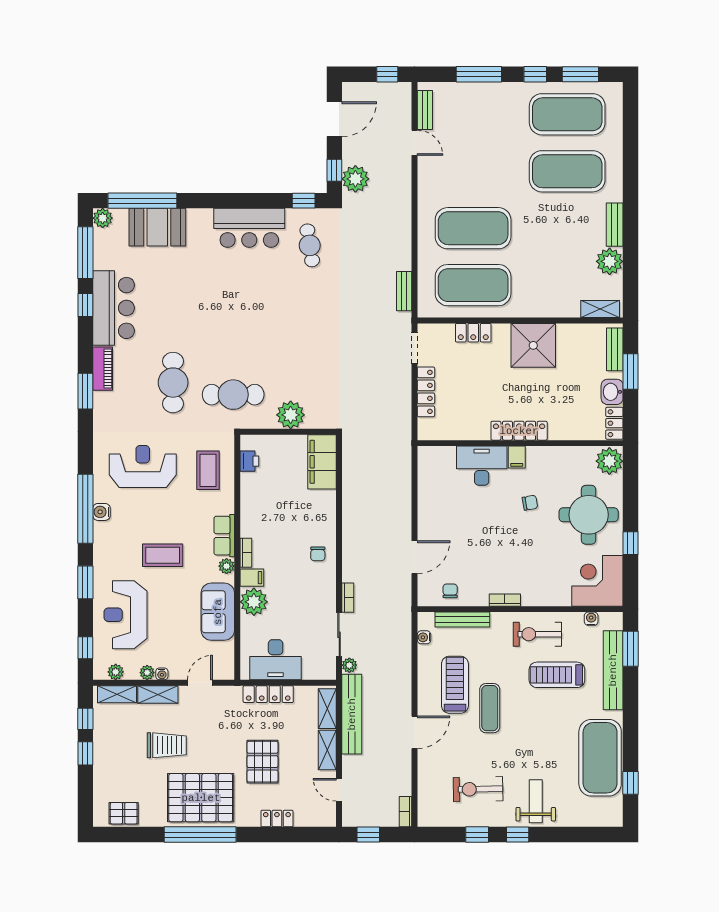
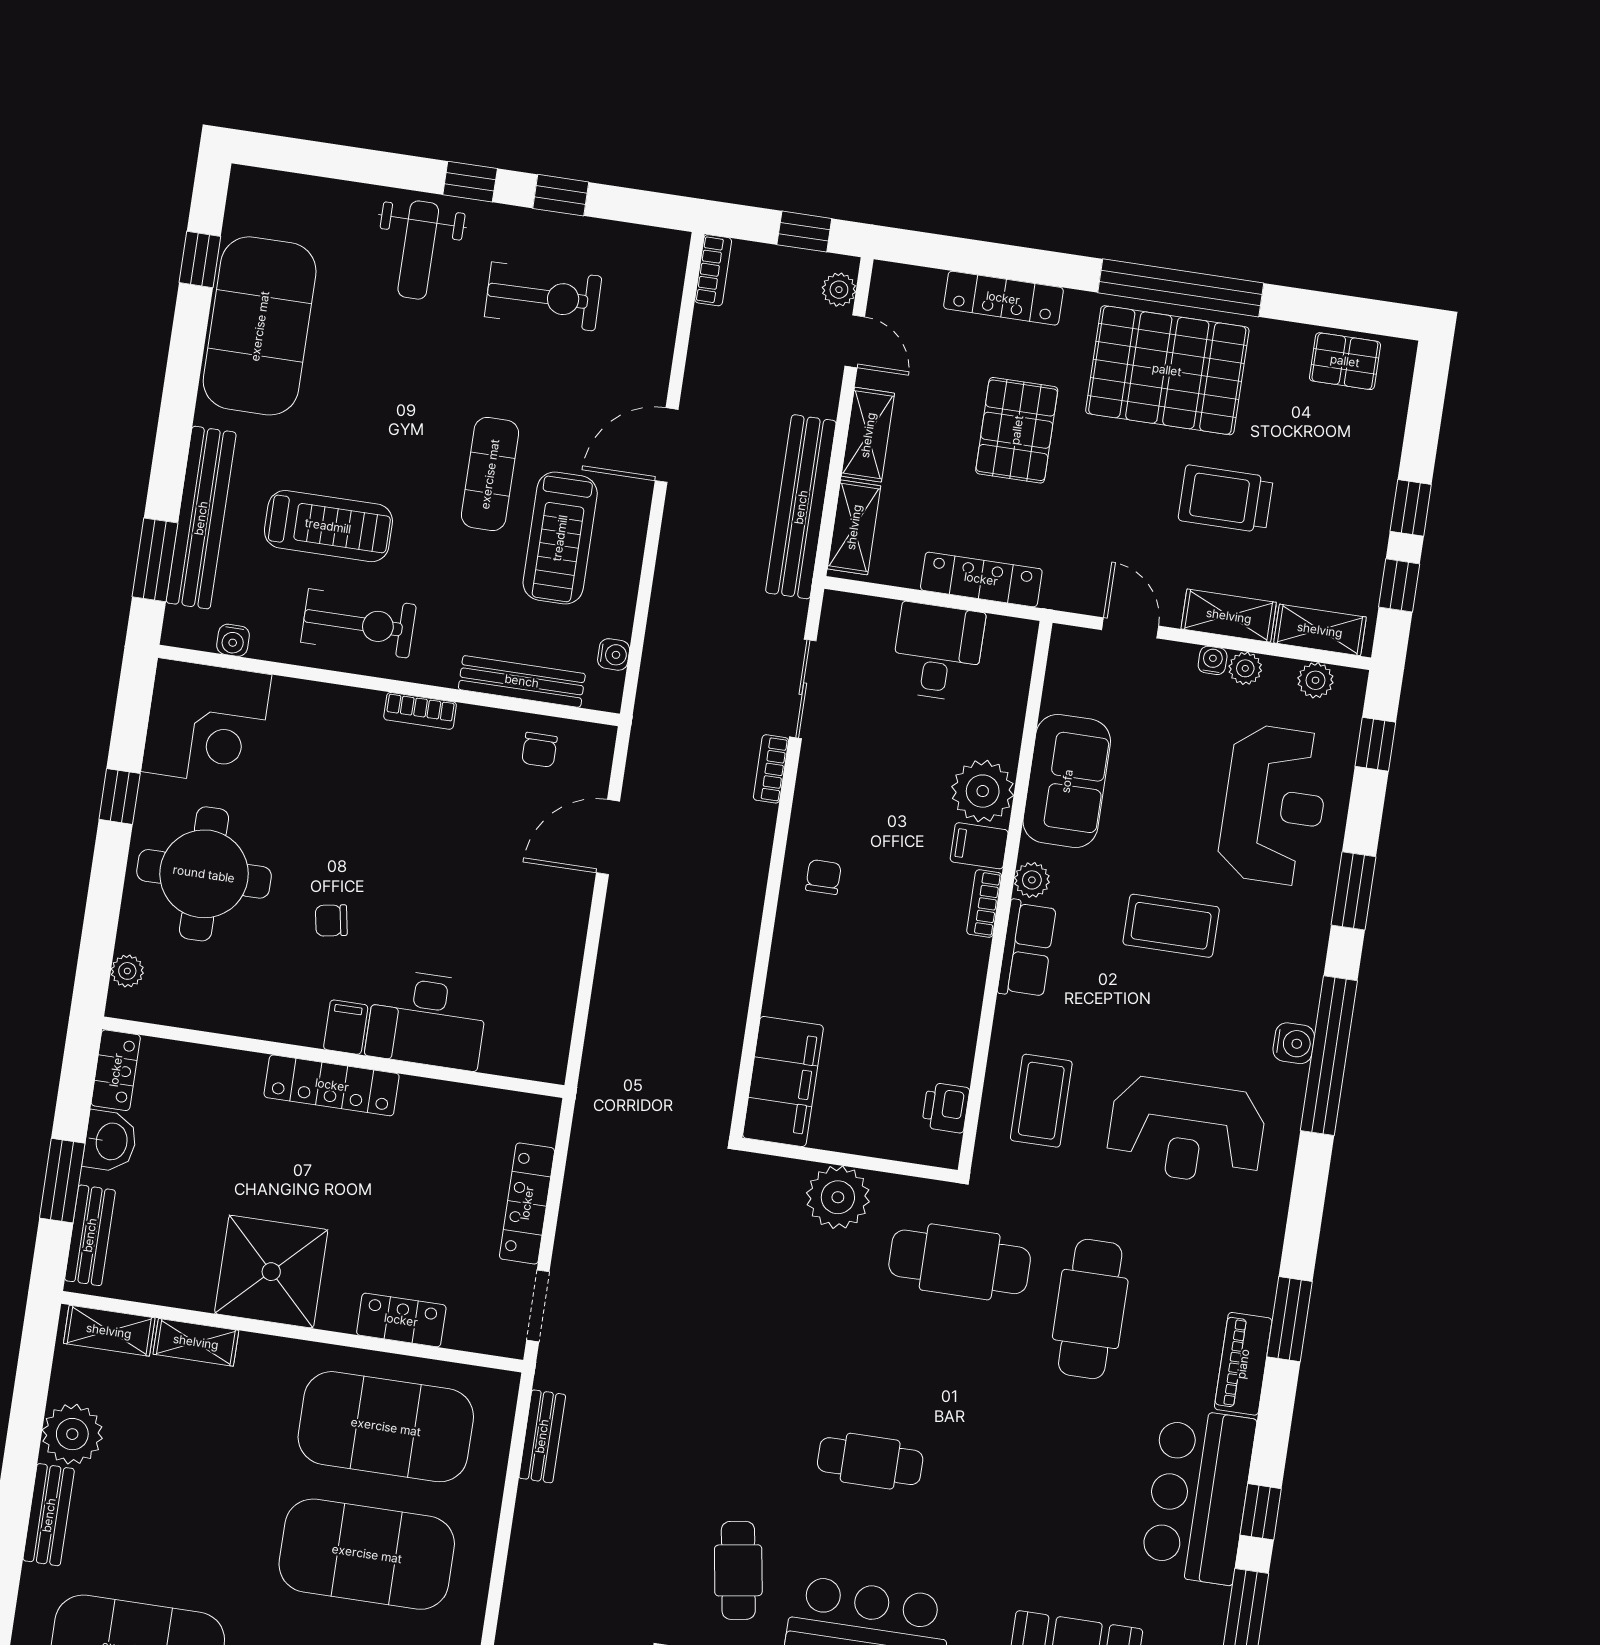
cafe table: (259, 302) -> (870, 1461), added
shelving: (562, 310) -> (196, 1342), added
plant: (609, 461) -> (127, 971), width x0.53, depth x0.53
desk: (276, 660) -> (938, 652), width x0.73
plant: (349, 665) -> (839, 290), moved
door: (200, 683) -> (1130, 628), swing flipped
locker: (277, 819) -> (1003, 298), width x1.53

